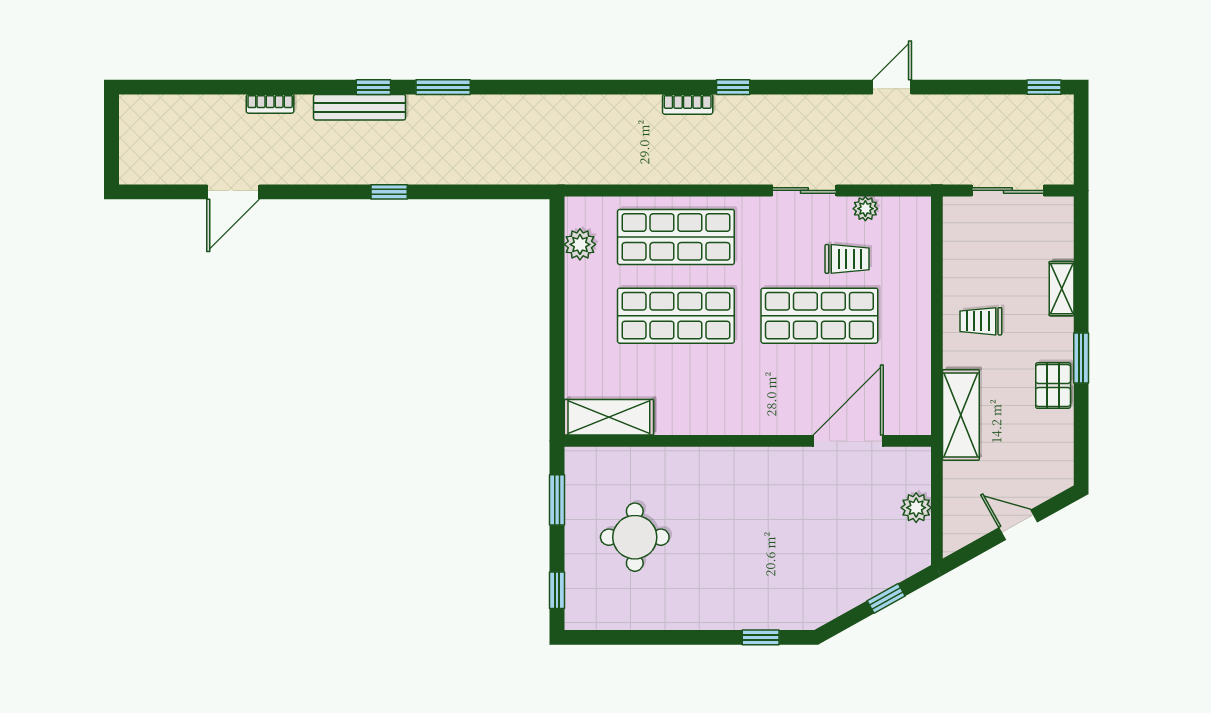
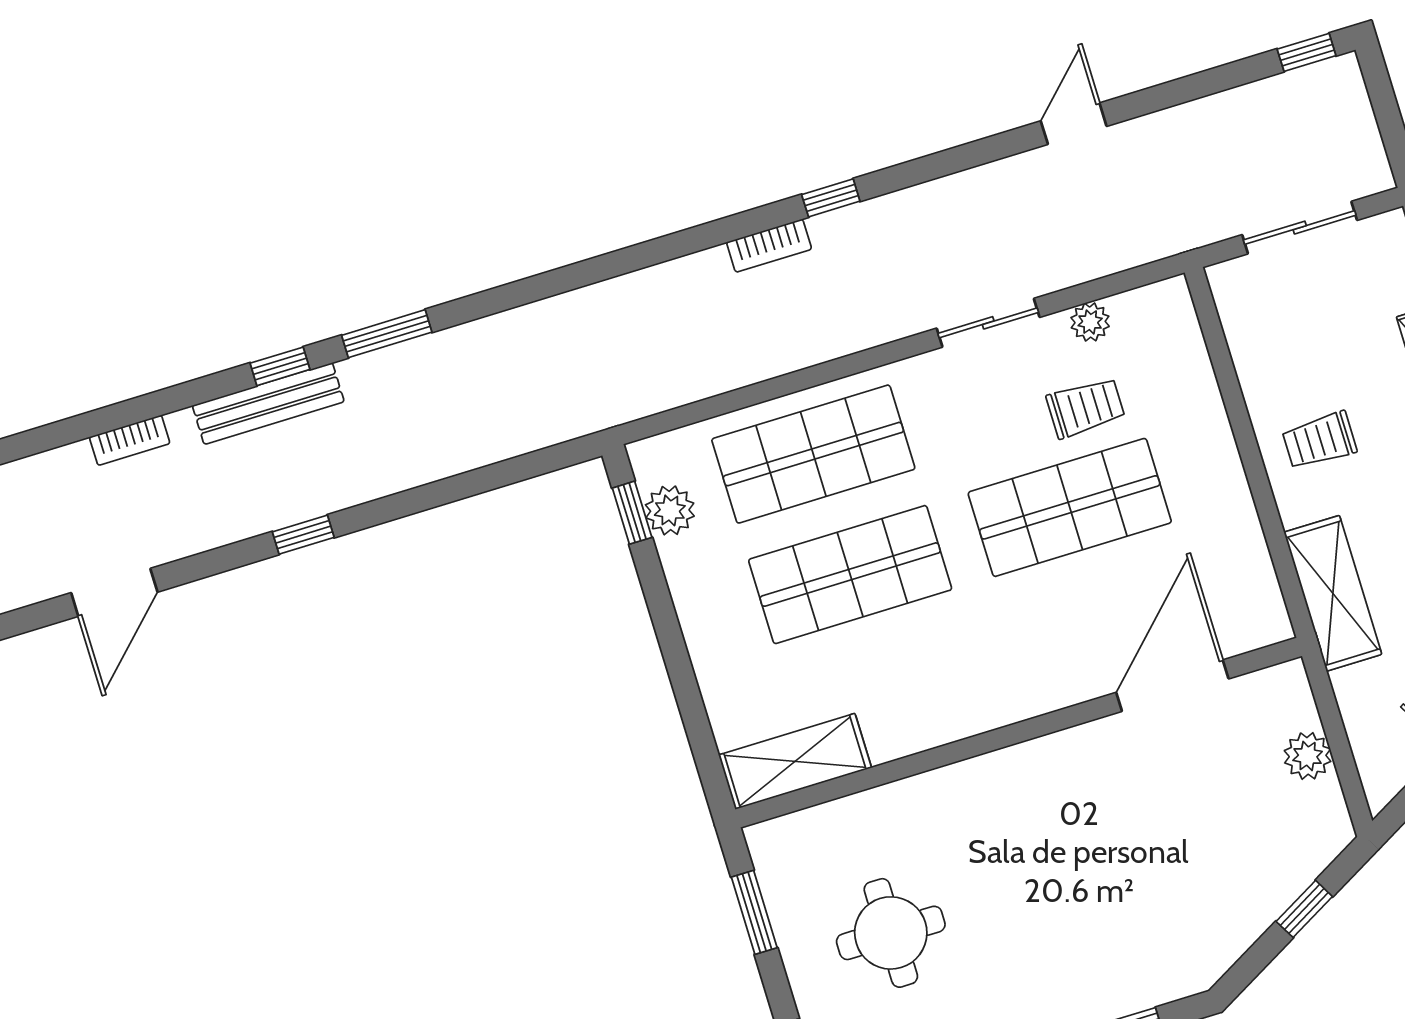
window: (389, 192) -> (303, 535), moved
window: (557, 239) -> (632, 513), added

